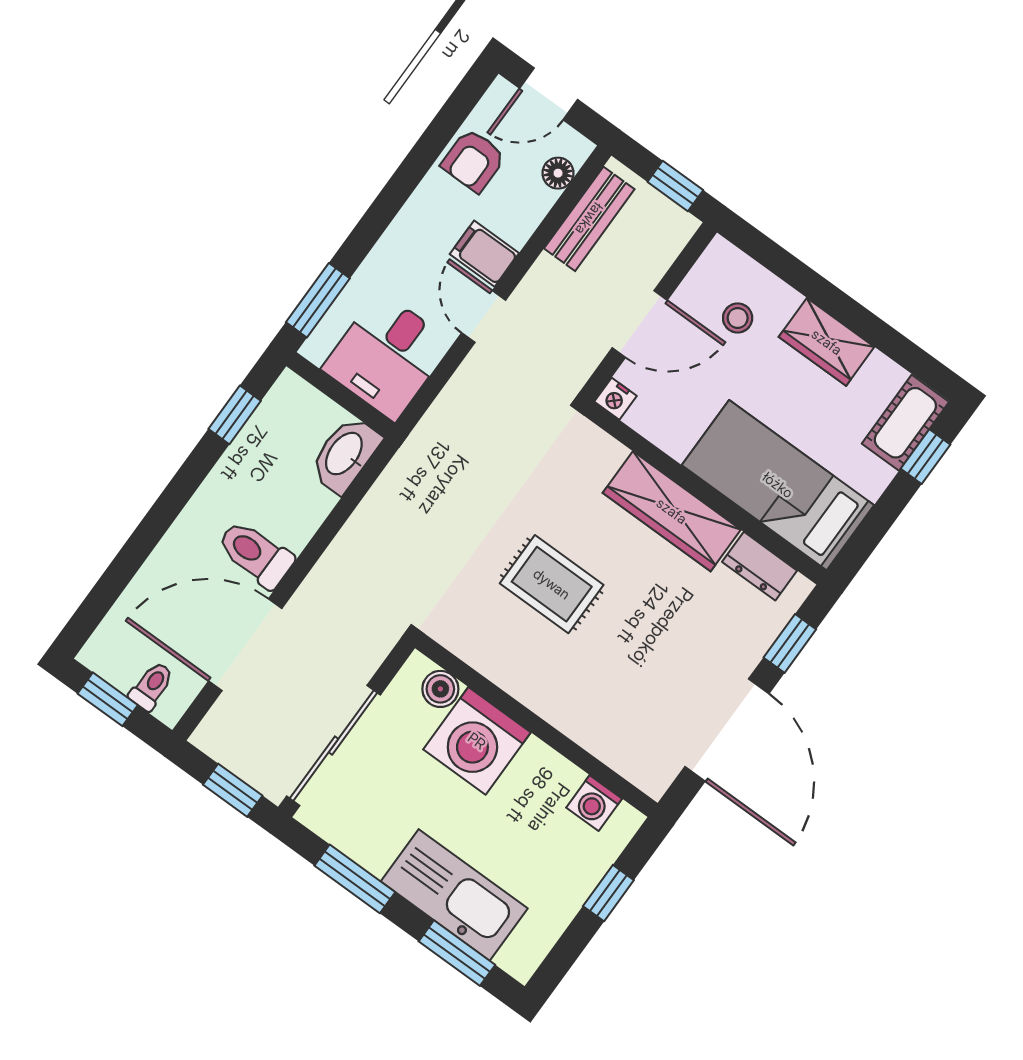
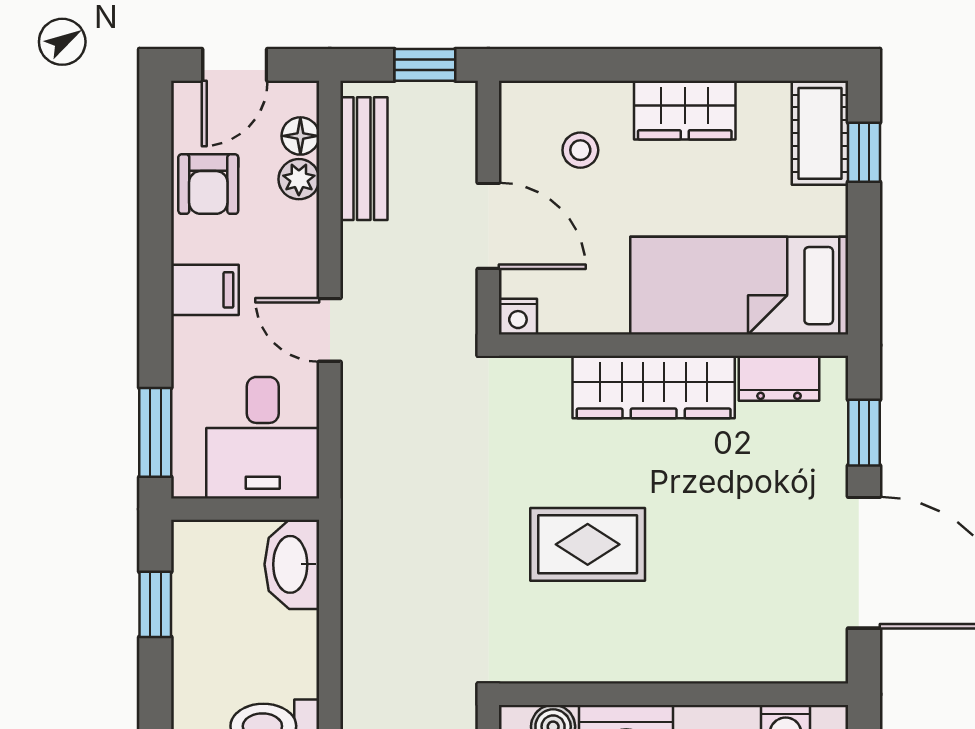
plant: (536, 201) -> (299, 179), added
filing cabinet: (484, 254) -> (205, 290), moved, turned 180
door: (640, 324) -> (488, 226), hinge flipped

